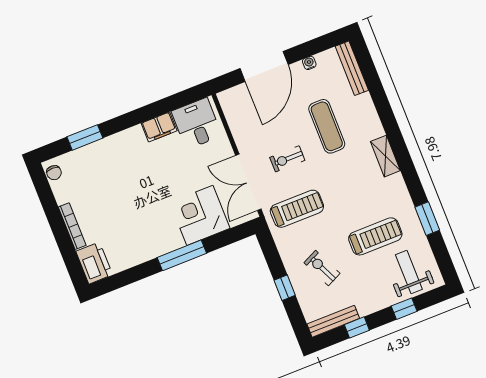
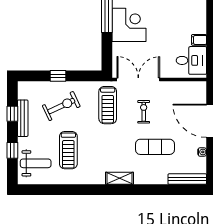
filing cabinet: (159, 127) -> (199, 40), width x0.50
corner desk: (200, 215) -> (129, 25), moved
window: (427, 219) -> (66, 190), removed
exercise bike: (322, 268) -> (61, 106), width x1.38, depth x1.39
bench: (333, 321) -> (23, 118), moved

